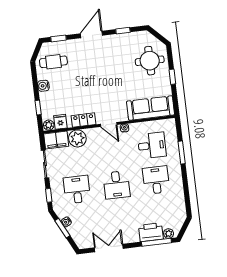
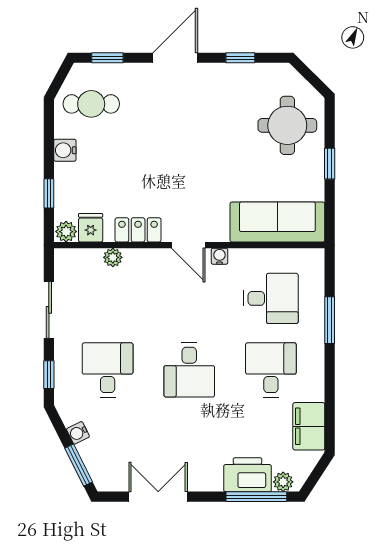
plant: (77, 138) -> (113, 257), width x0.53, depth x0.53
filing cabinet: (56, 140) -> (309, 426), moved, turned 90
window: (62, 228) -> (79, 465), moved

